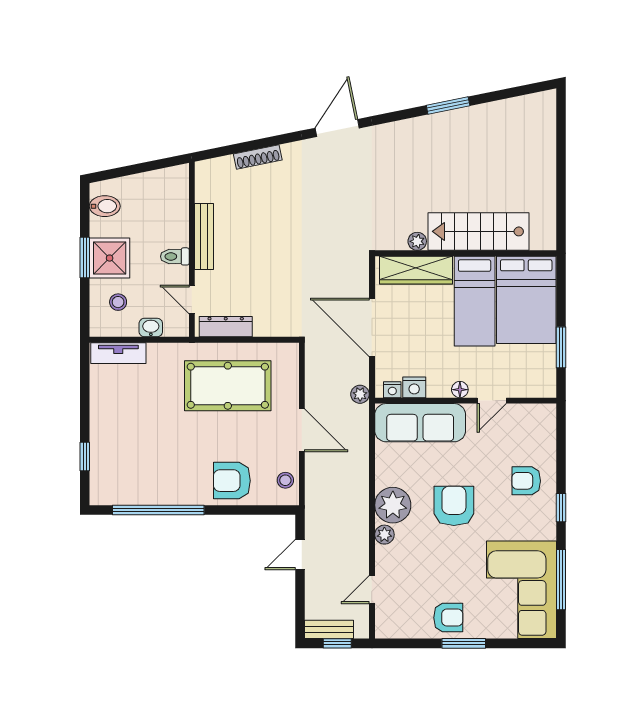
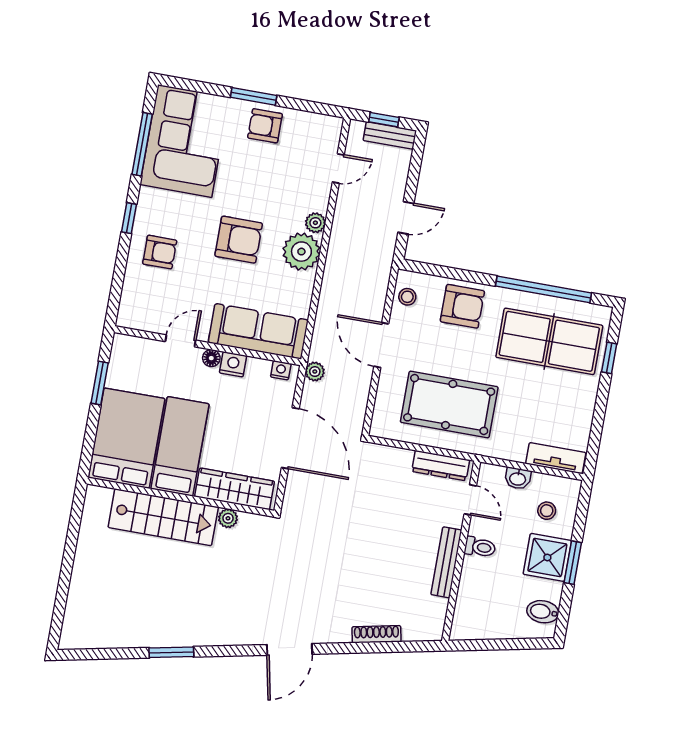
nightstand: (414, 387) -> (233, 364), moved
table tennis table: (144, 462) -> (549, 341), added
armchair: (454, 506) -> (239, 240), turned -90

